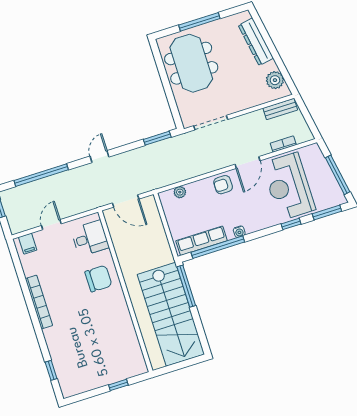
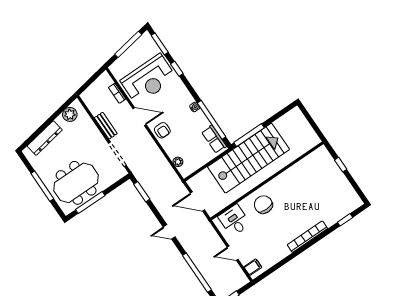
window: (163, 73) -> (90, 202), added
bench: (280, 109) -> (106, 126), moved
door: (126, 201) -> (197, 202), swing flipped
row of seats: (202, 241) -> (214, 139), width x0.68
bookcase: (39, 302) -> (307, 237), moved
stairs: (171, 314) -> (248, 158), moved

